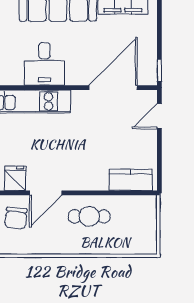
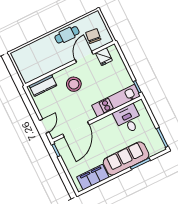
desk: (44, 64) -> (128, 119), moved
stool: (82, 159) -> (74, 84), added
cafe table: (89, 216) -> (67, 35), moved

